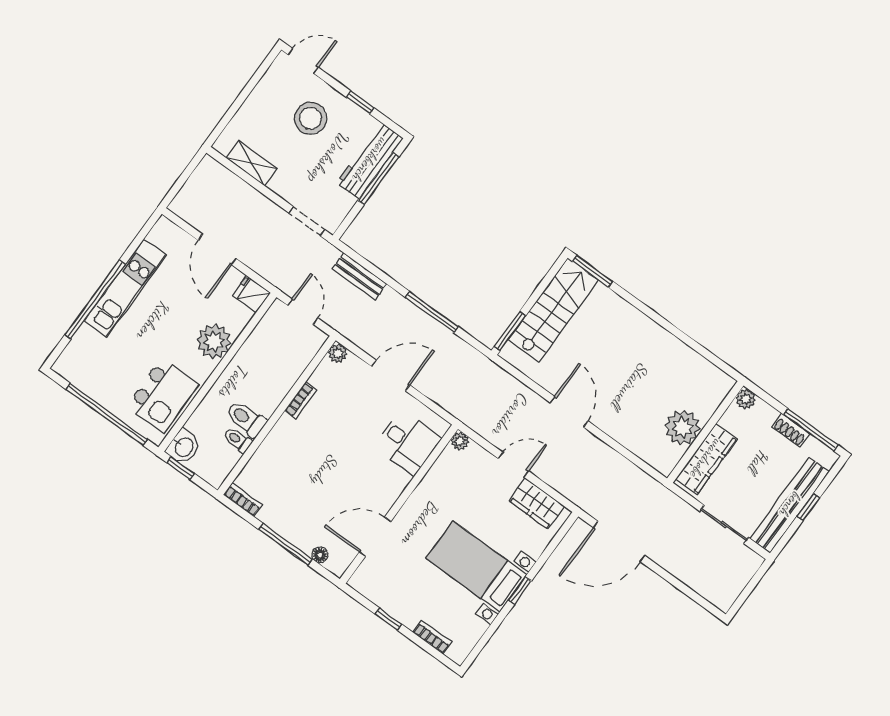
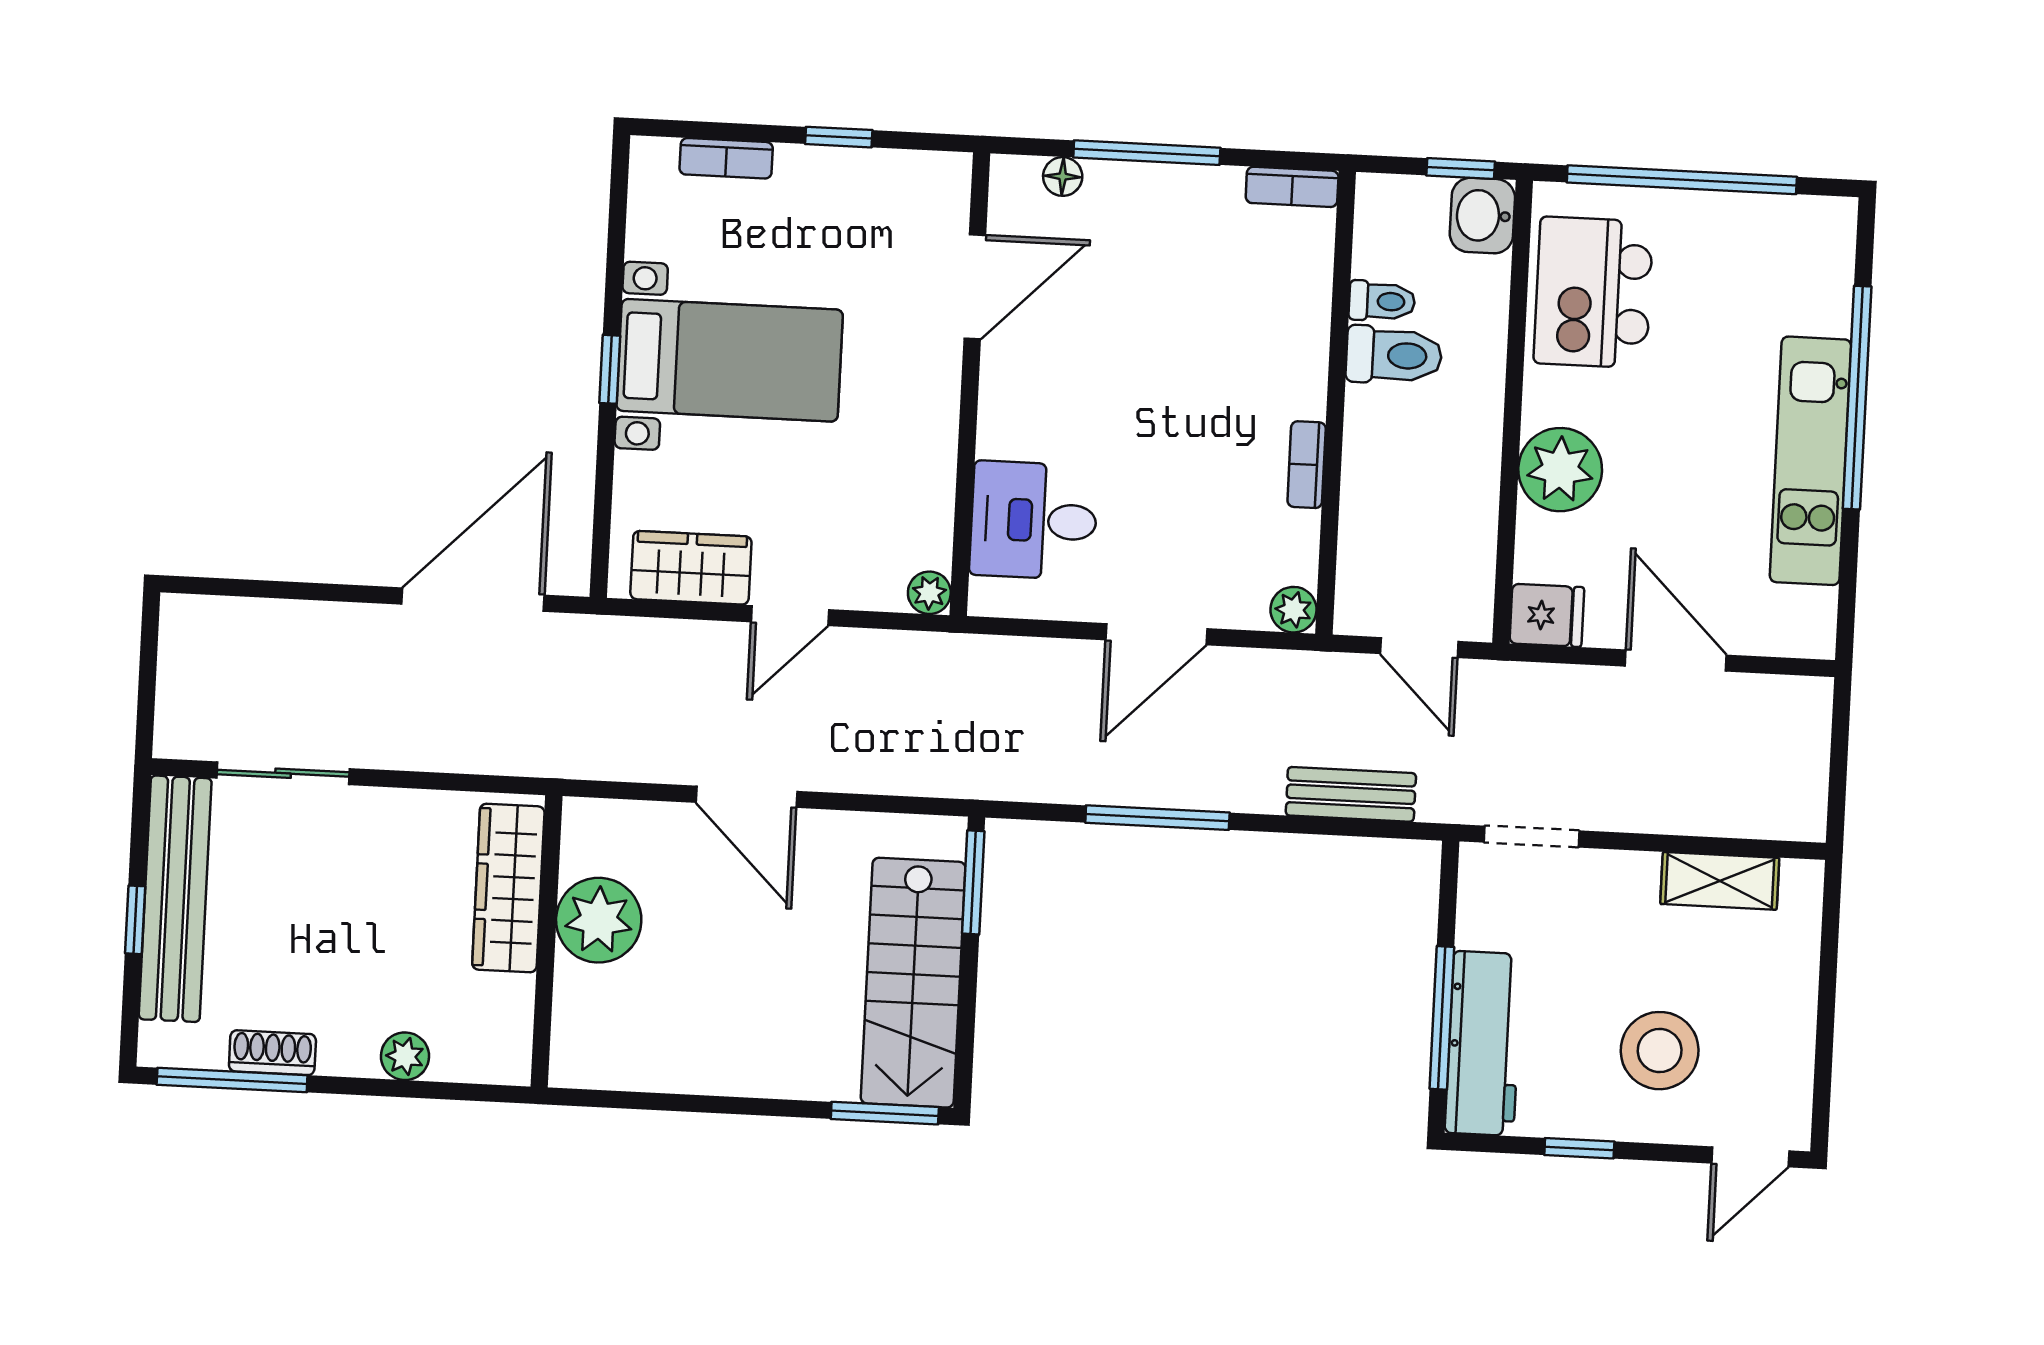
plant: (682, 427) -> (599, 920), moved
wall: (705, 432) -> (546, 941), moved
wardrobe: (706, 459) -> (508, 888), moved

